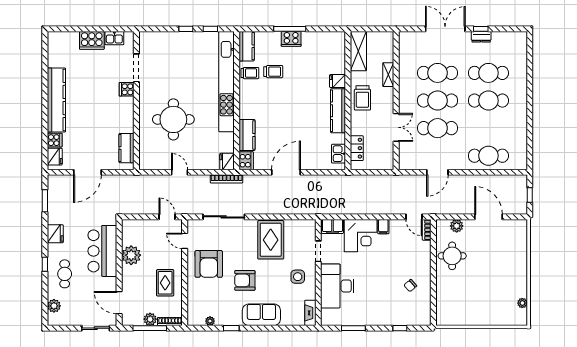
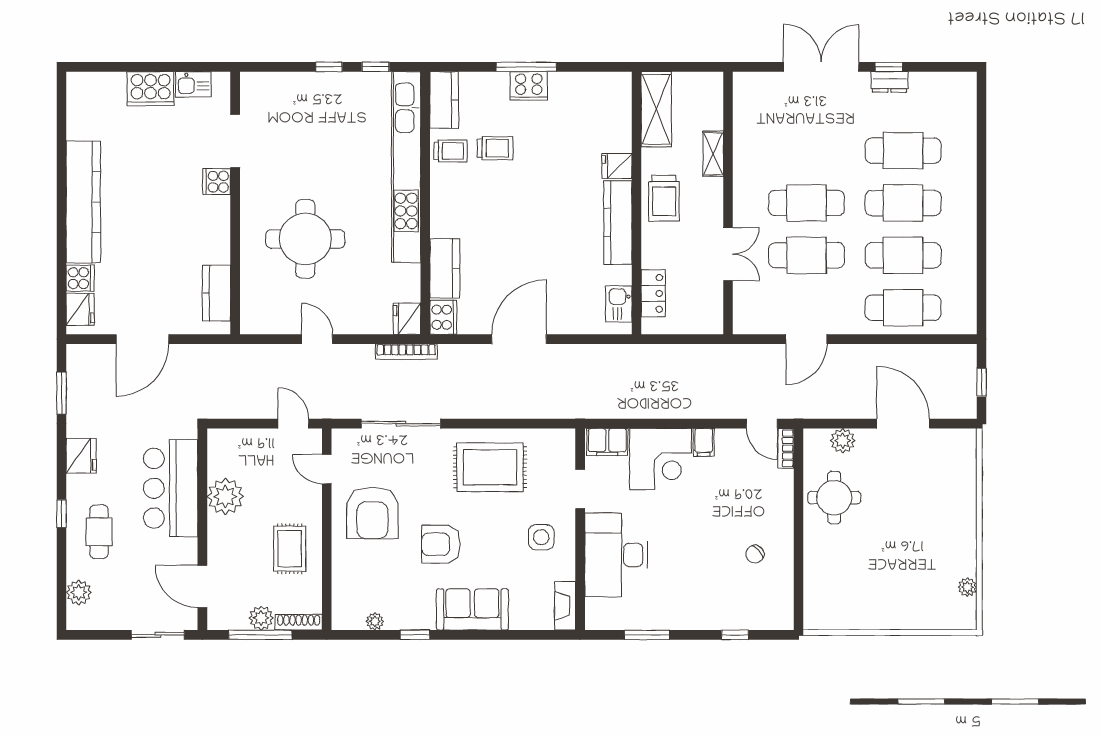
cafe table: (438, 73) -> (903, 255), moved
rug: (271, 240) -> (490, 467), turned 90

